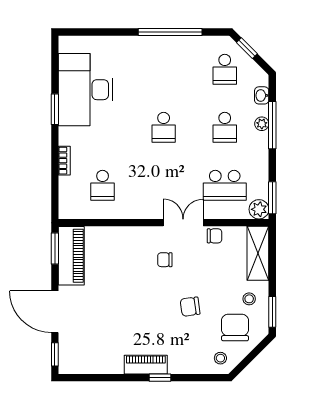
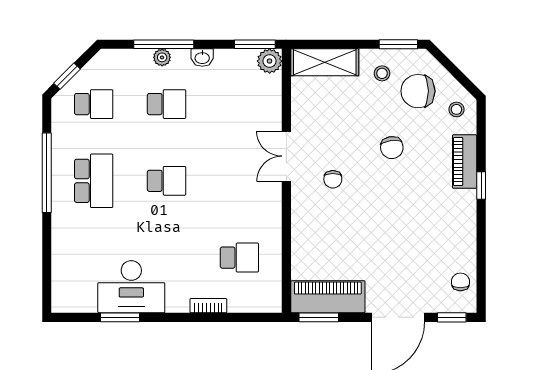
desk: (86, 90) -> (131, 287), width x0.73, depth x0.77
washbasin: (262, 95) -> (202, 58), moved
window: (55, 109) -> (120, 317), moved
school desk: (225, 185) -> (94, 181), moved
chair: (214, 236) -> (460, 282), moved
piano: (146, 365) -> (465, 161), moved

